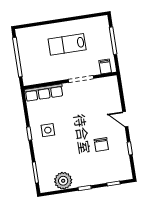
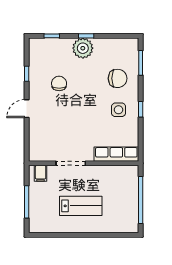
door: (125, 119) -> (27, 109), swing flipped
chair: (53, 156) -> (118, 78), added
plant: (63, 181) -> (83, 48), moved

